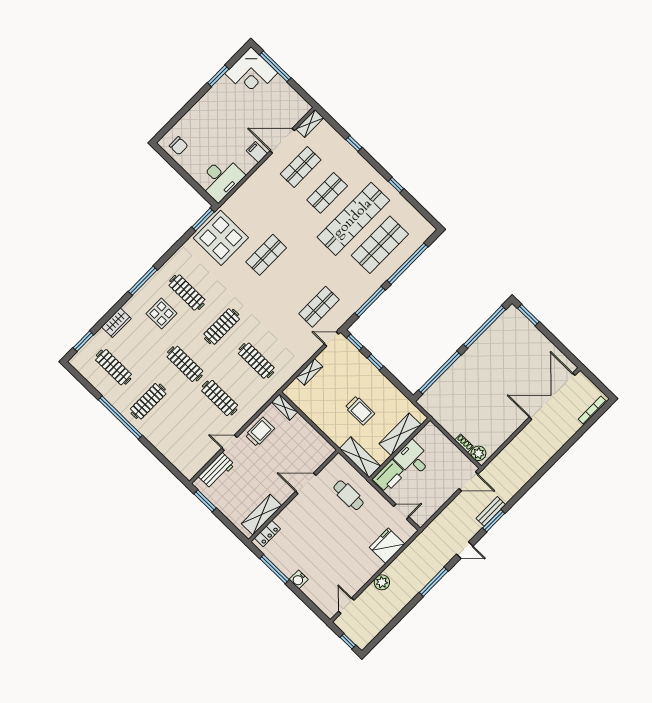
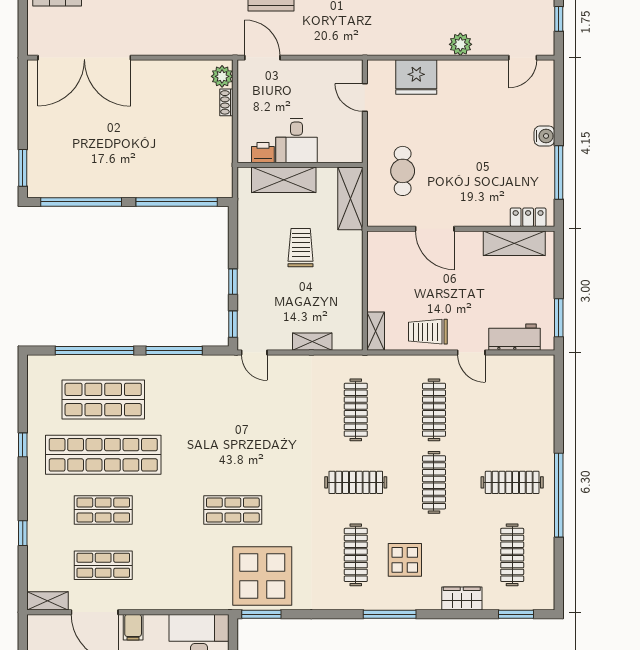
shop shelf: (319, 307) -> (233, 400), removed
printer: (389, 476) -> (263, 153), moved, width x0.53, depth x0.68

